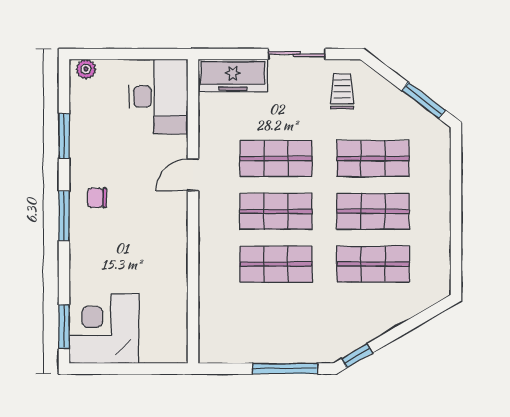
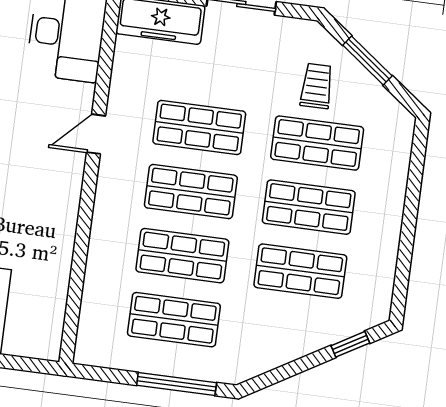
trolley: (342, 91) -> (317, 86), moved
window: (424, 100) -> (367, 60), moved
shop shelf: (276, 317) -> (174, 320), added
window: (357, 356) -> (350, 344), moved

